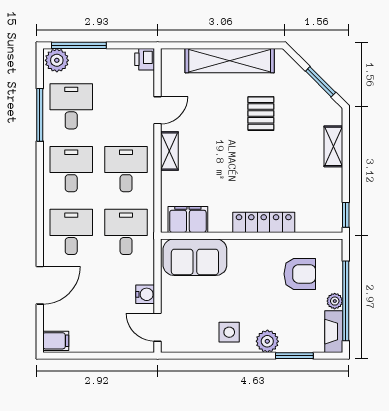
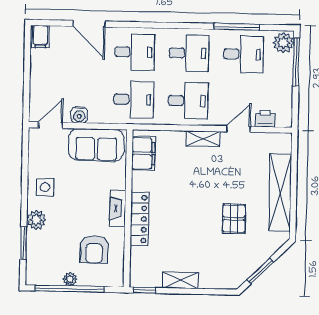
printer: (145, 59) -> (265, 118), moved
door: (158, 110) -> (238, 129), swing flipped
pallet: (261, 113) -> (234, 218), turned 90
shelving: (333, 146) -> (180, 280), moved
sofa: (195, 257) -> (96, 145), moved, turned -90
fireplace: (334, 332) -> (118, 208), moved, turned -90

